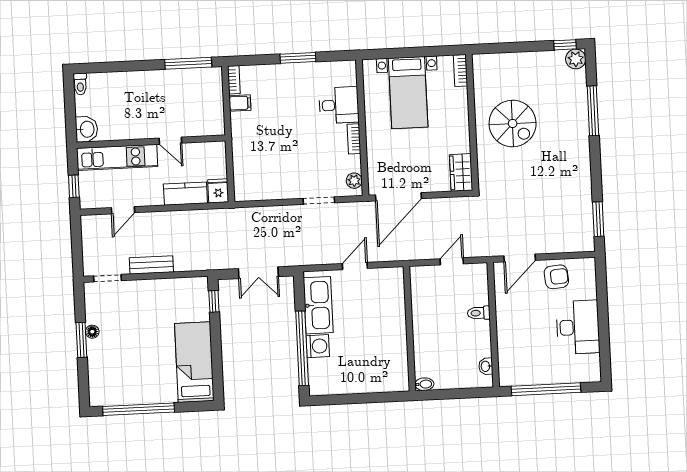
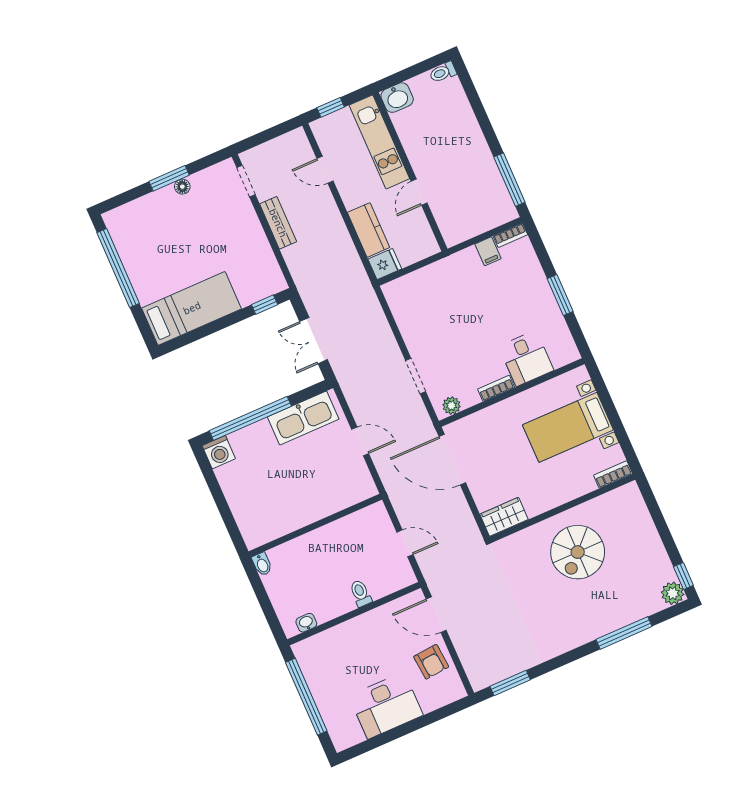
washing machine: (318, 346) -> (219, 452), moved

